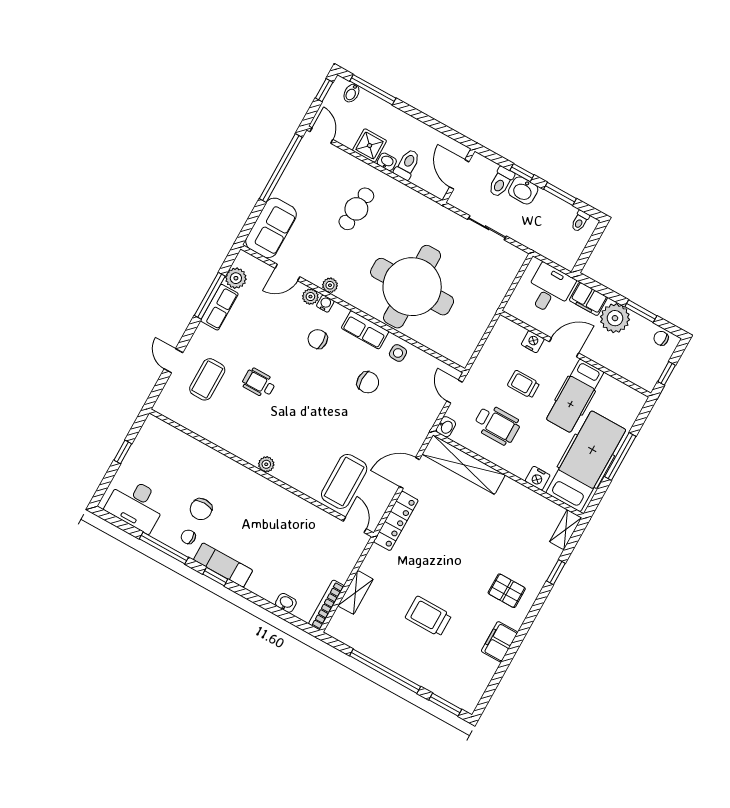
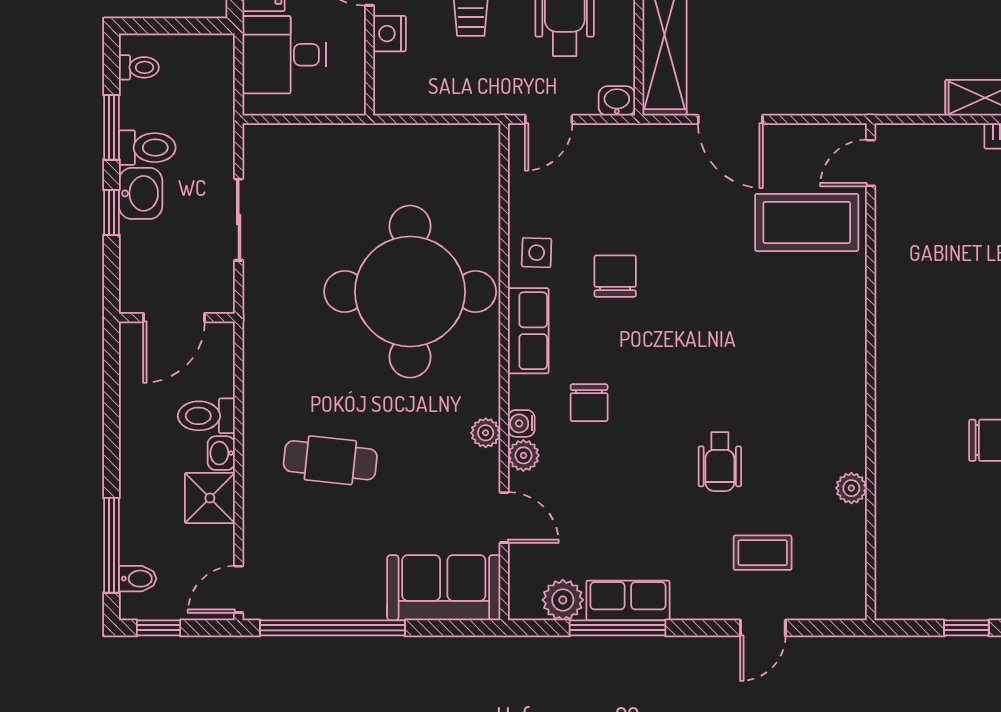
toilet: (501, 182) -> (147, 148), moved
coffee table: (207, 379) -> (763, 553), width x0.73, depth x0.77
plant: (266, 464) -> (851, 488), moved
locker: (396, 521) -> (825, 97), removed

